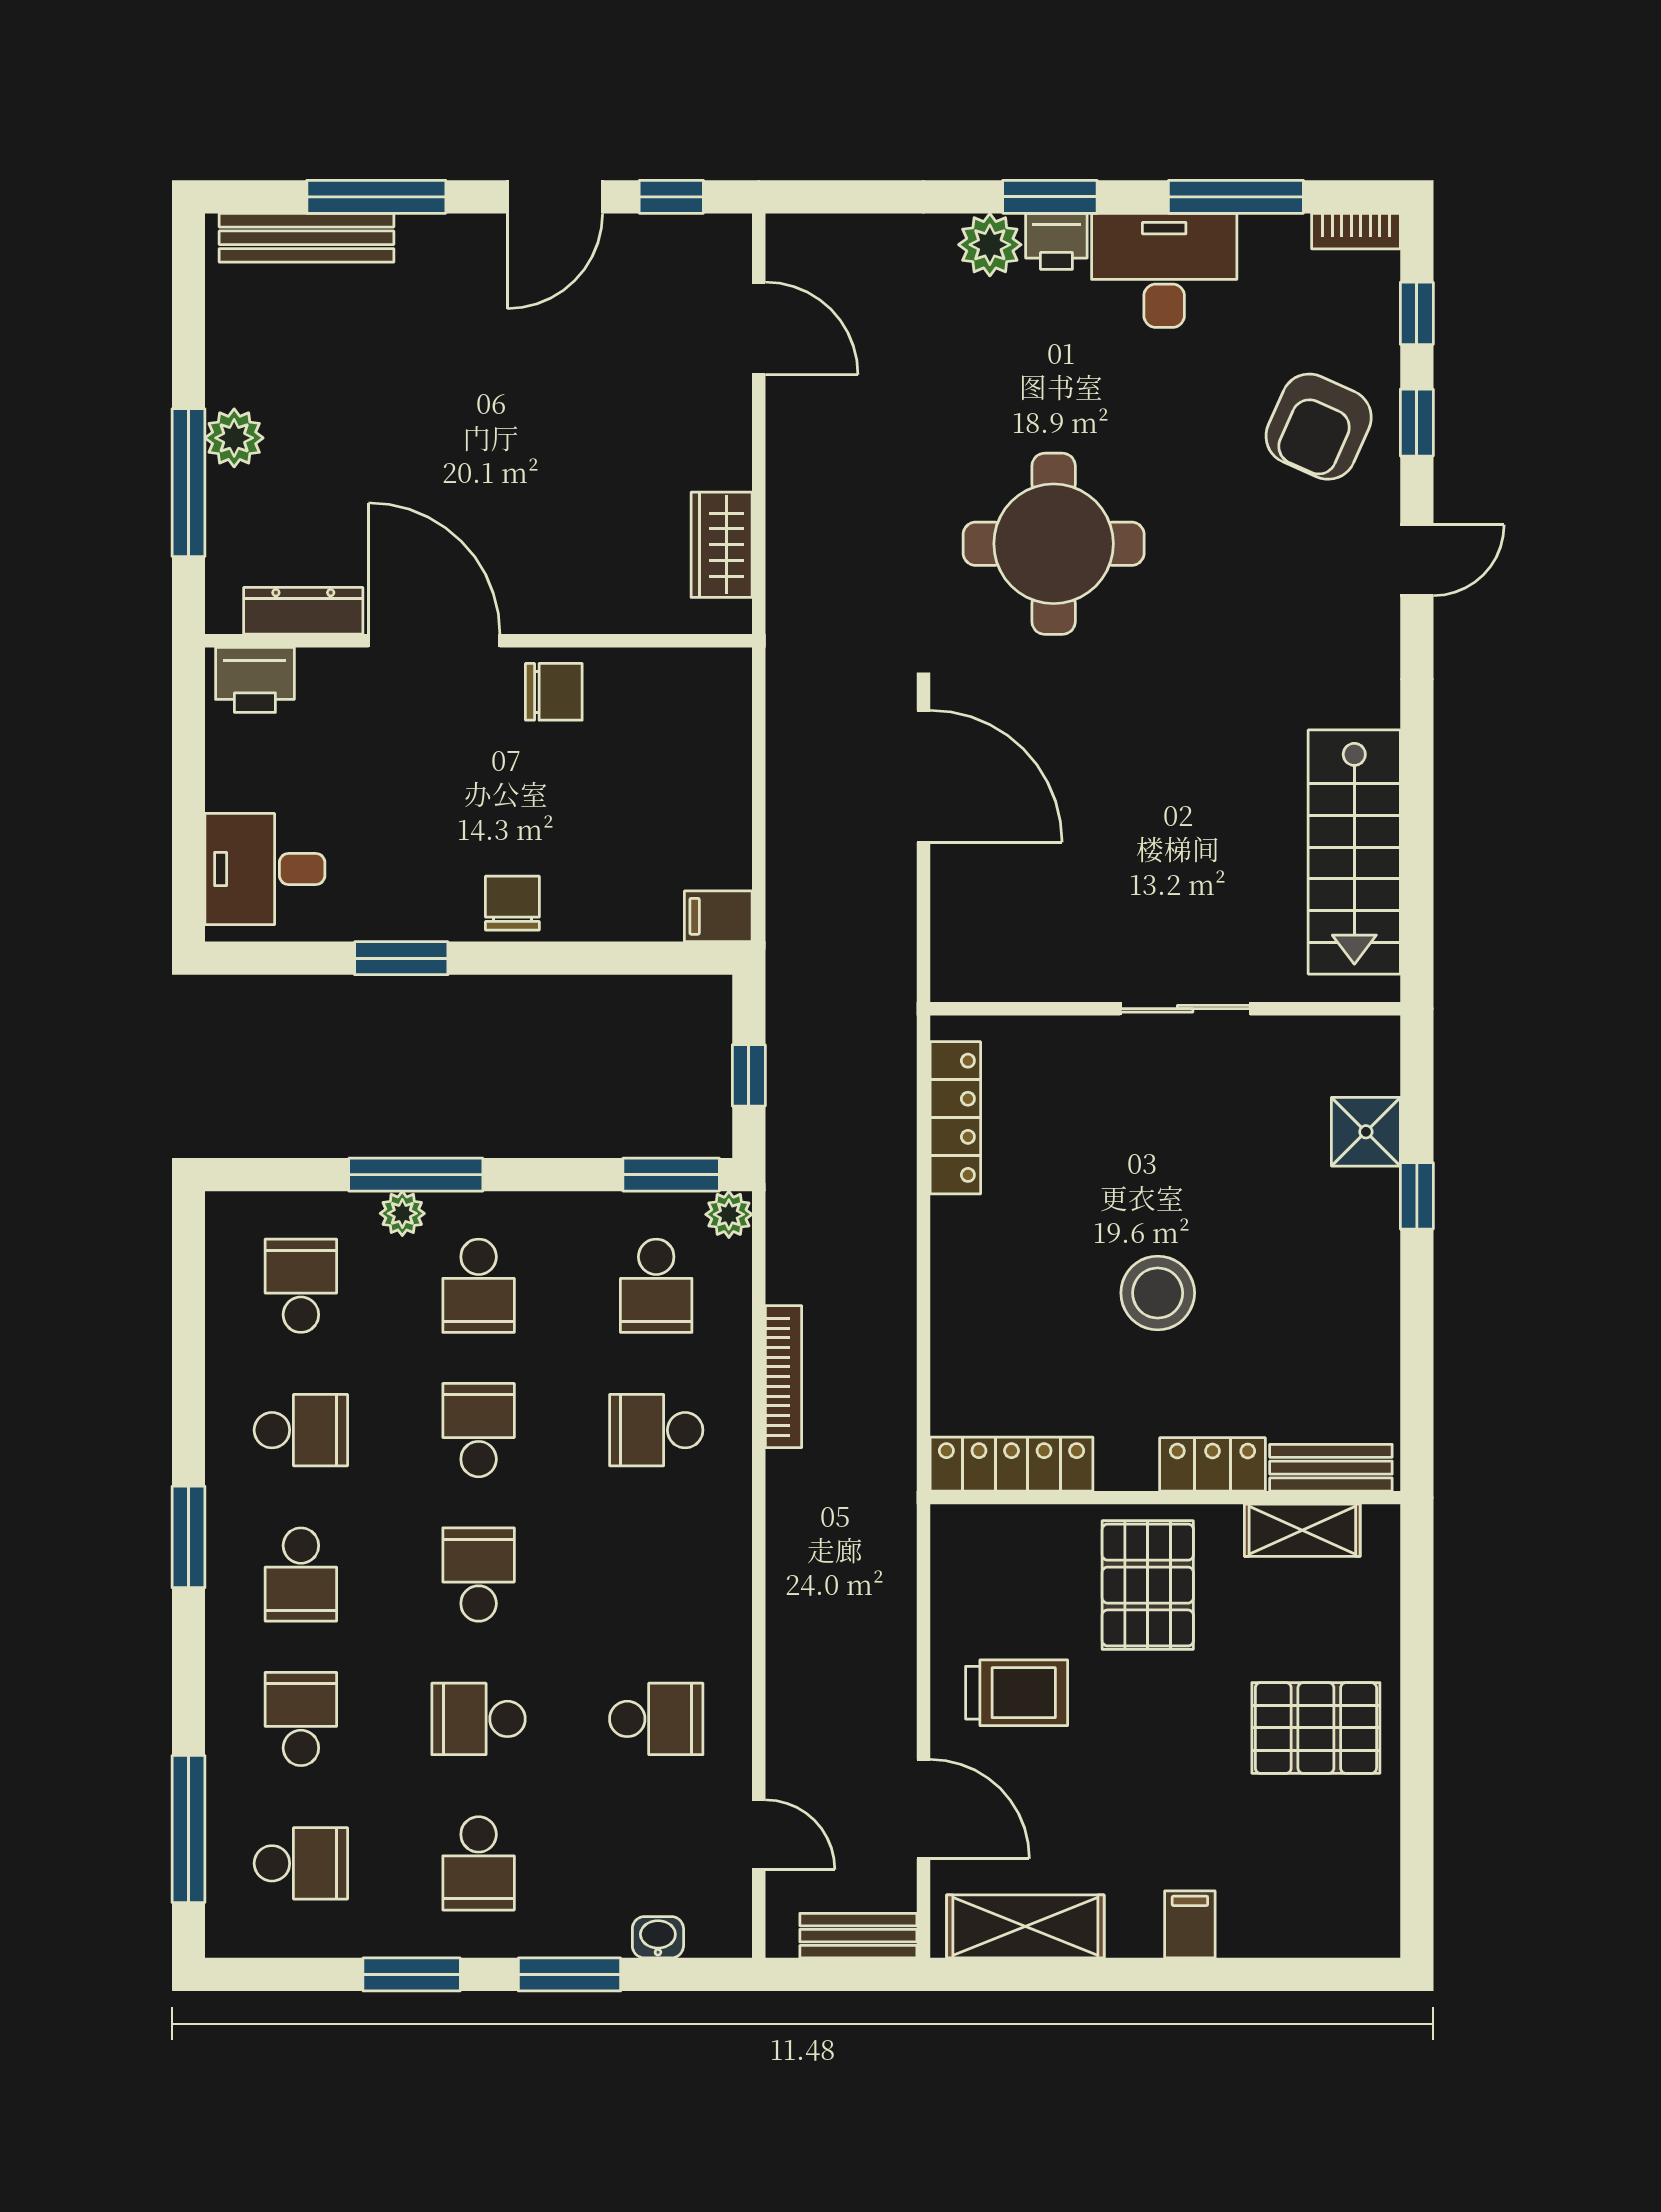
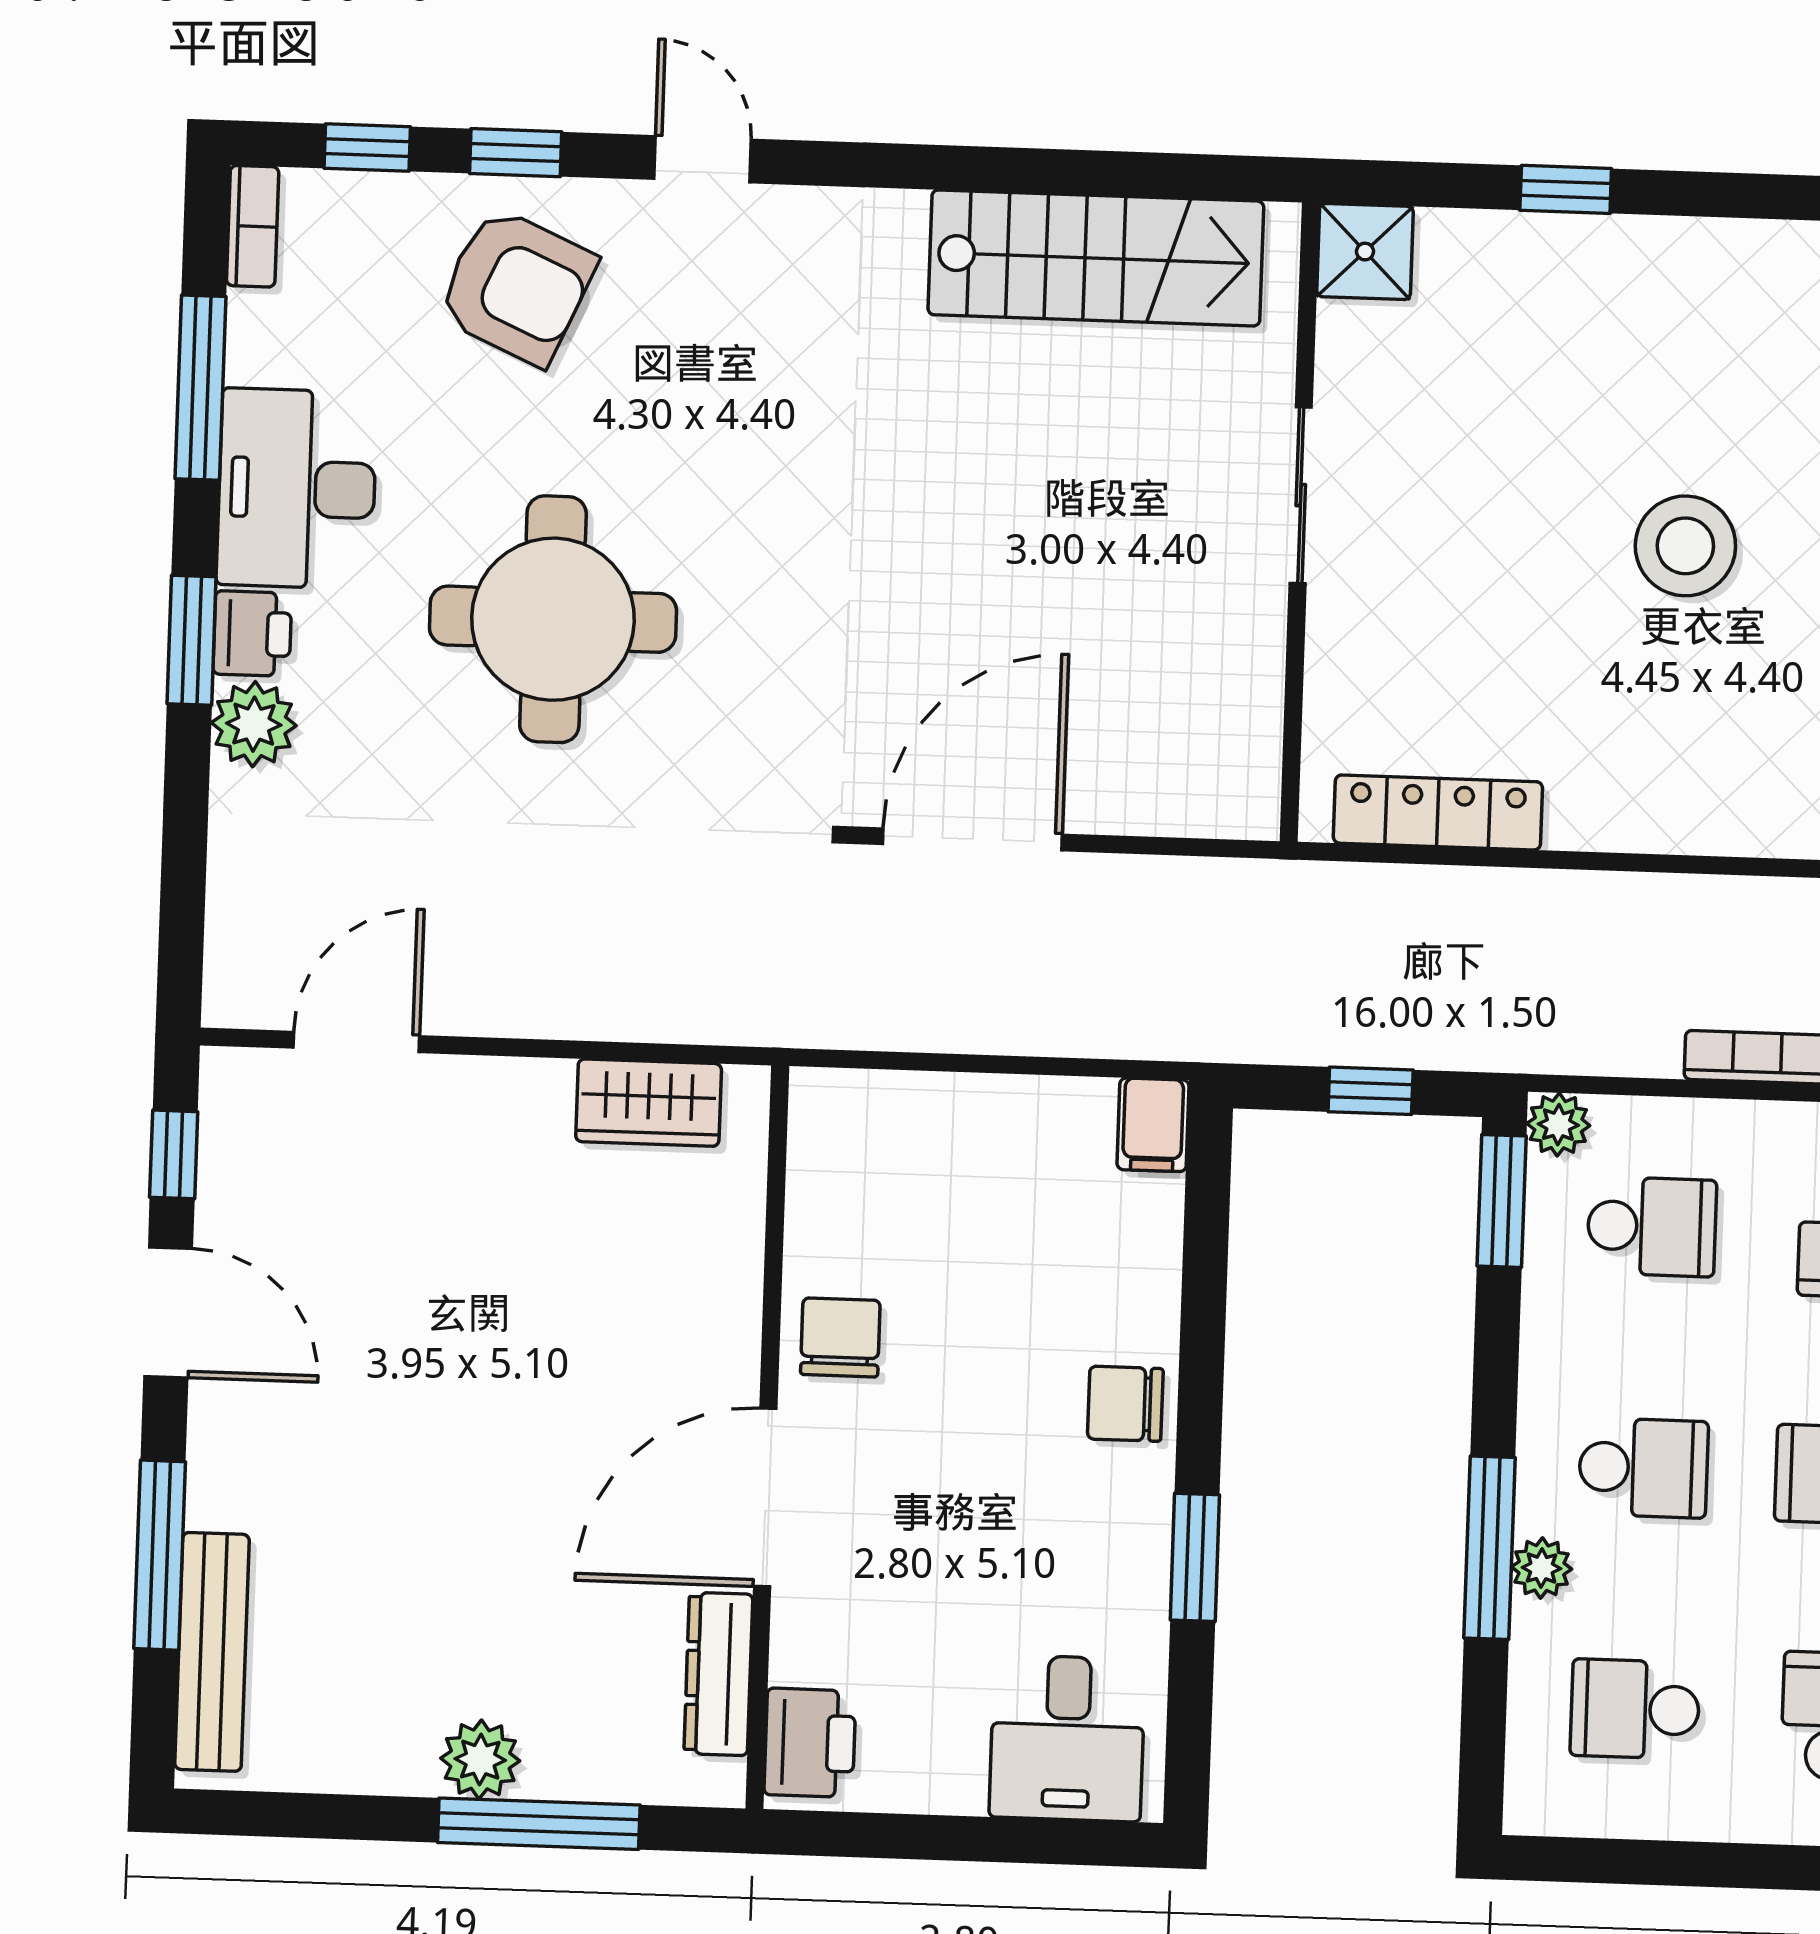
round table: (1054, 544) -> (553, 619), moved
shower: (1366, 1132) -> (1365, 252), moved

